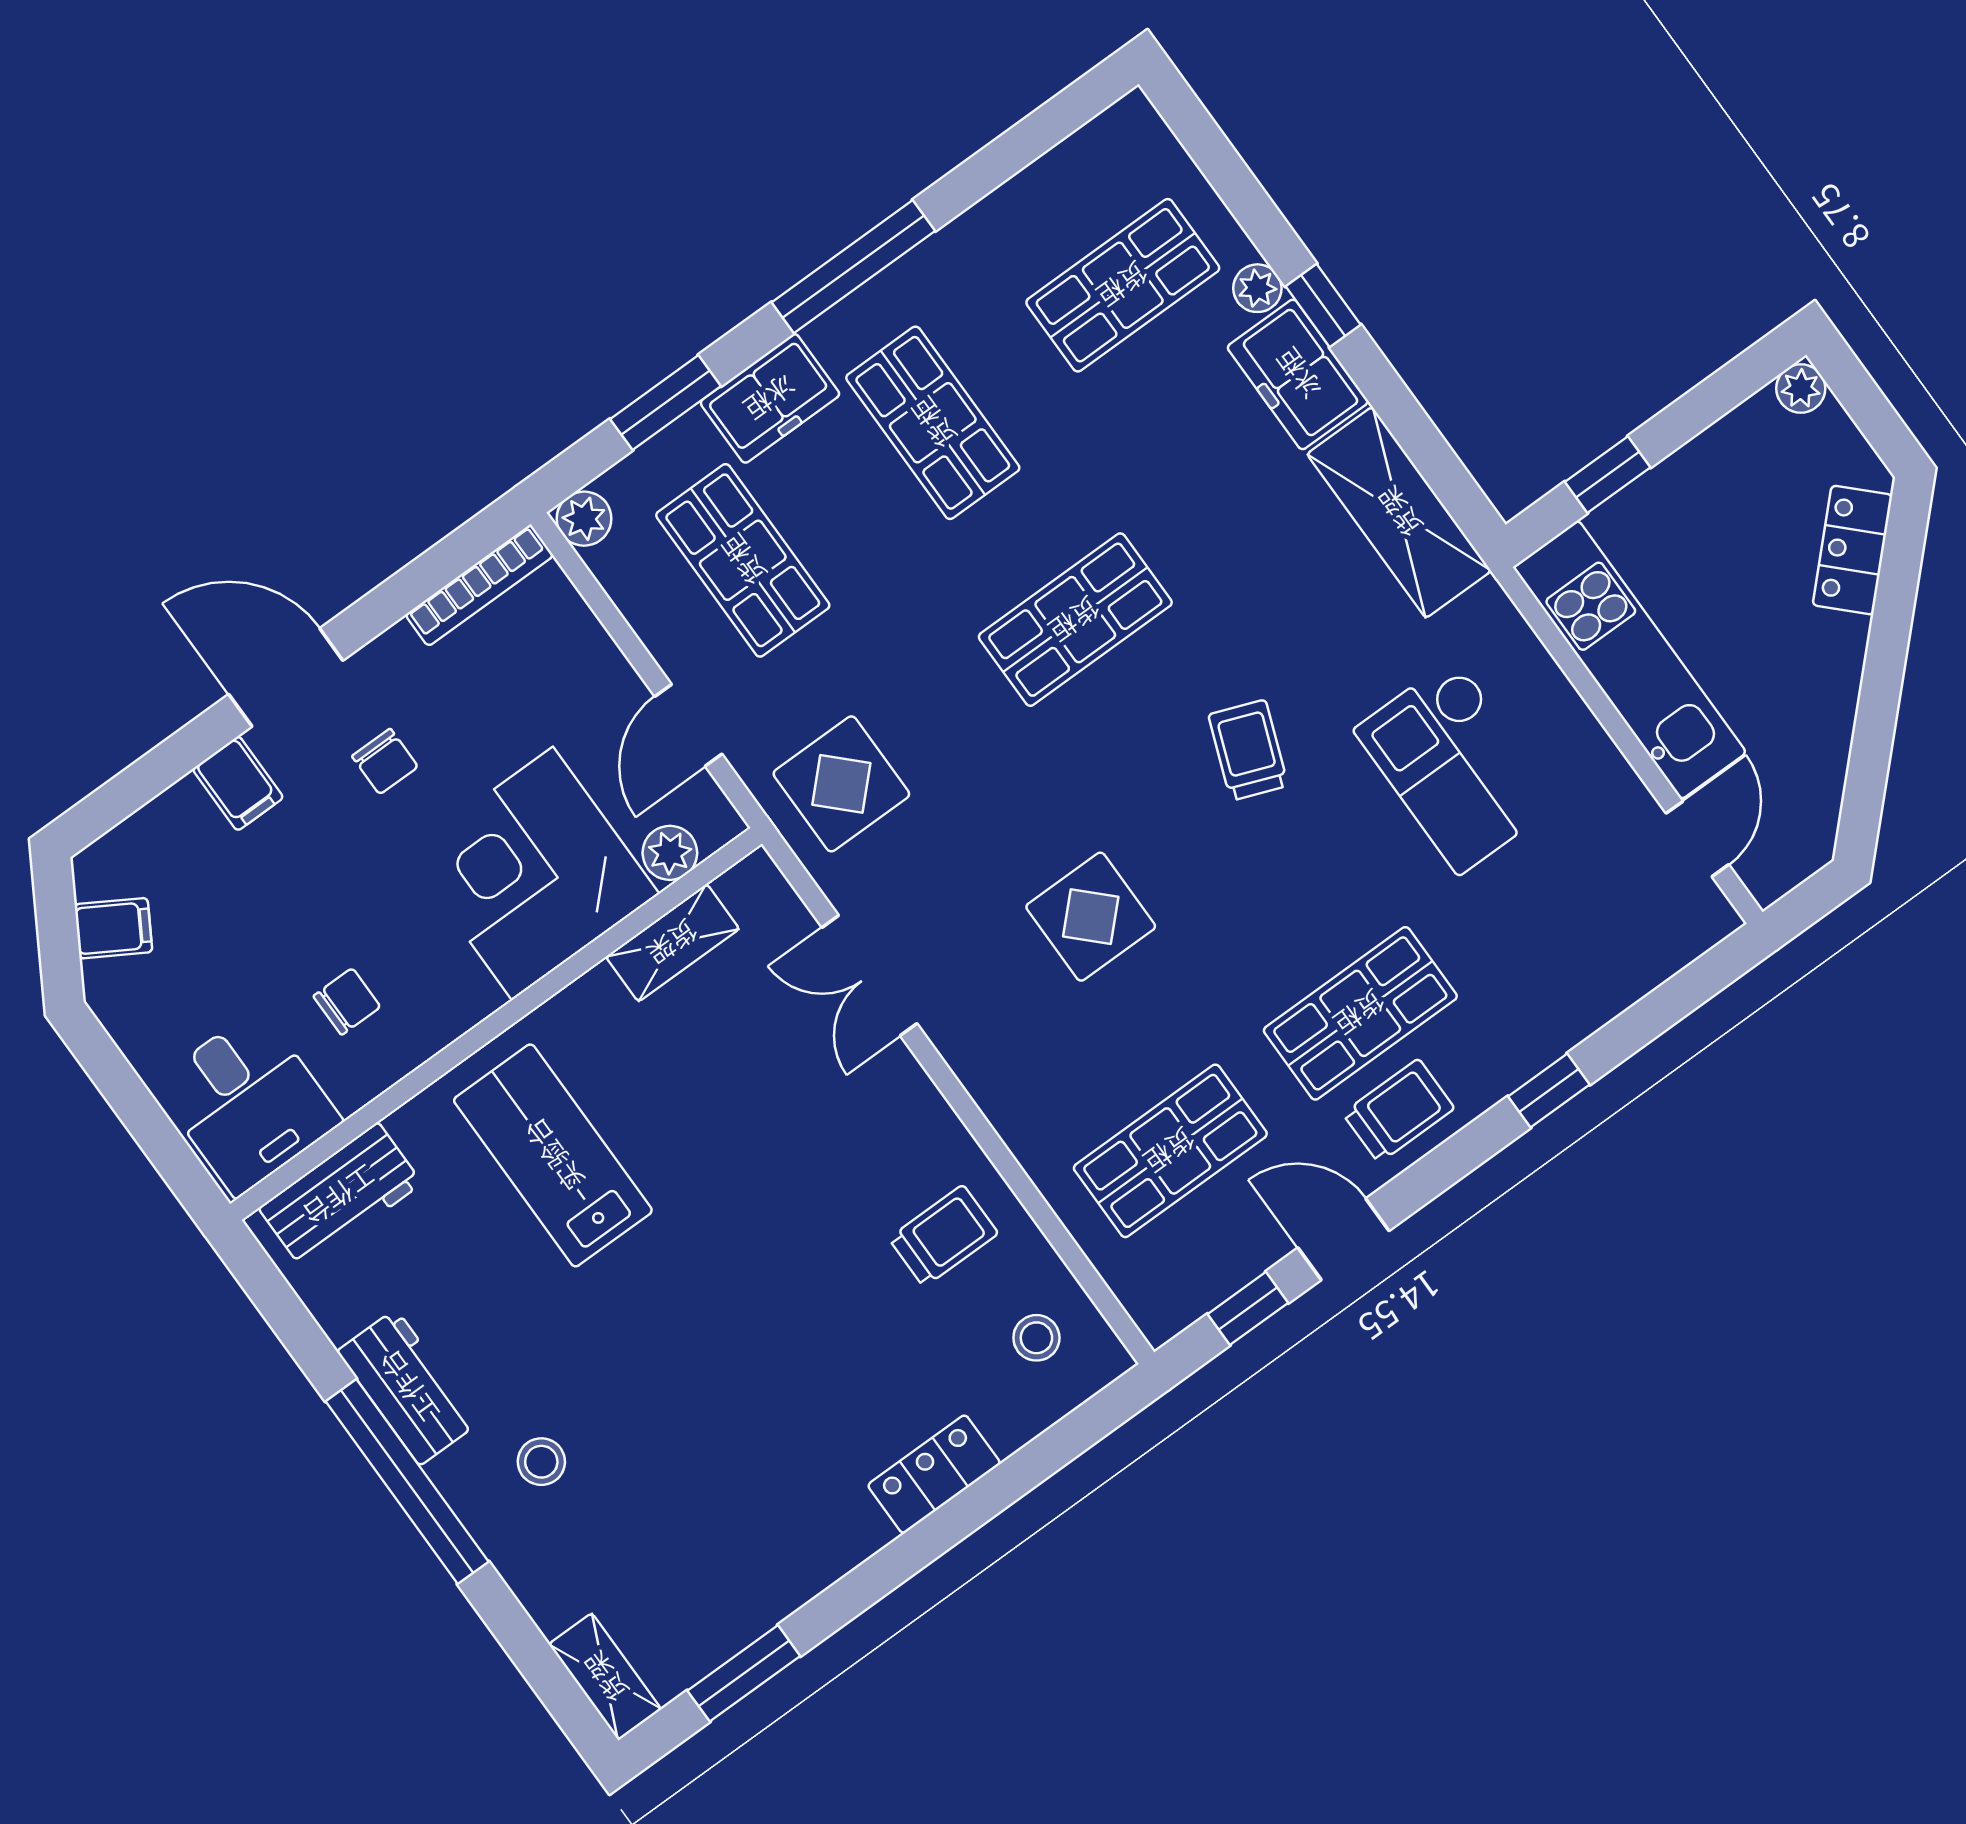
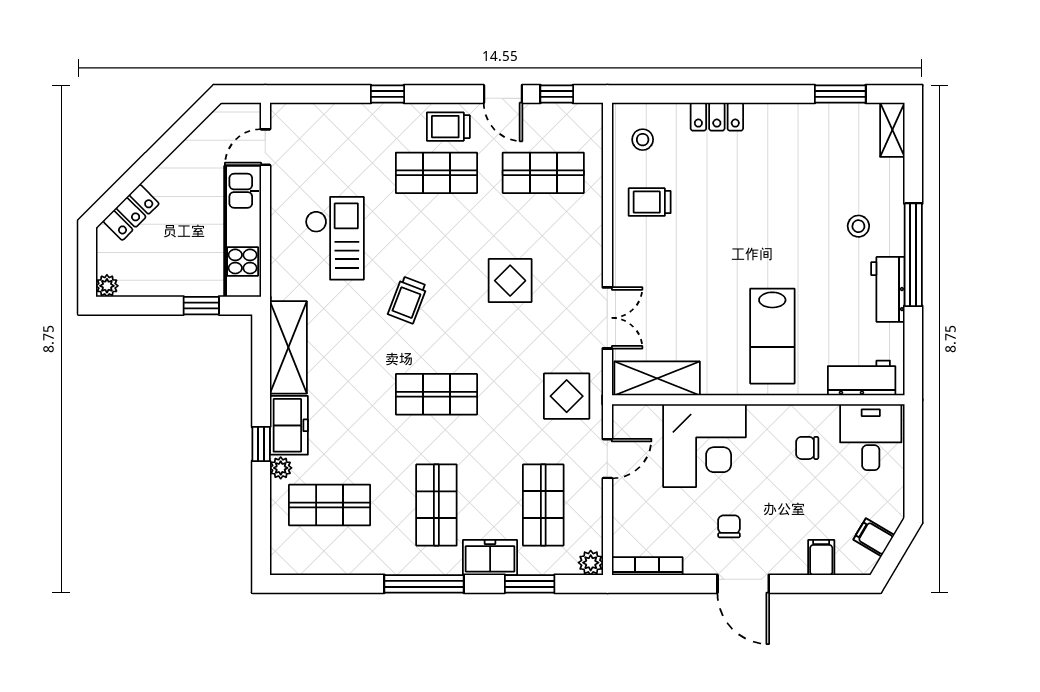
filing cabinet: (238, 783) -> (821, 558), moved
plant: (670, 853) -> (648, 416), removed
shelving: (673, 943) -> (657, 378), width x1.50, depth x1.33

